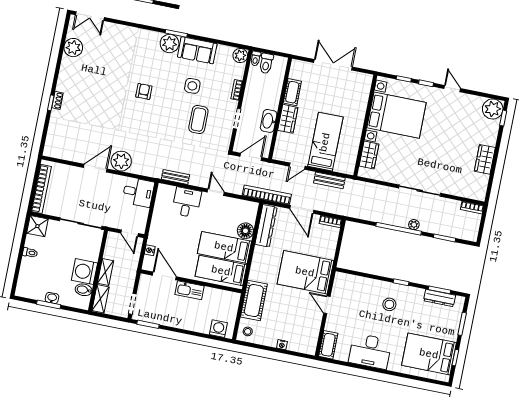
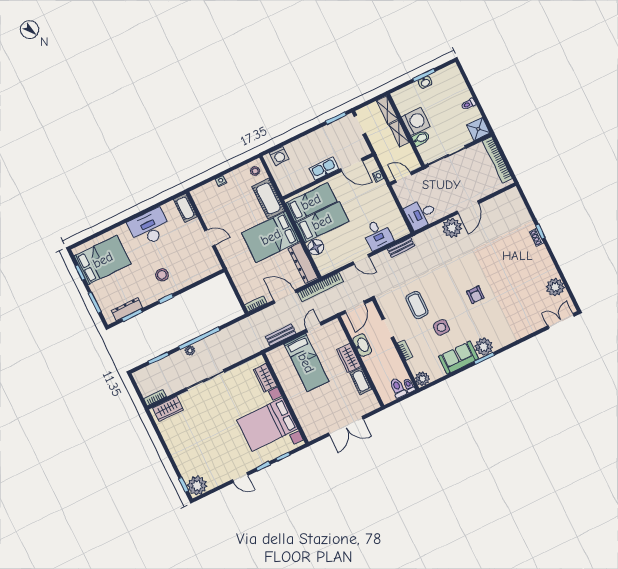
wardrobe: (485, 159) -> (168, 409), moved, turned 90
bed: (305, 272) -> (271, 237), moved, turned 180
bidet: (84, 290) -> (421, 138), moved

